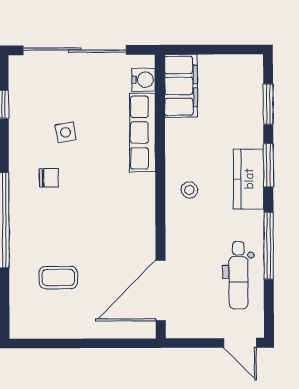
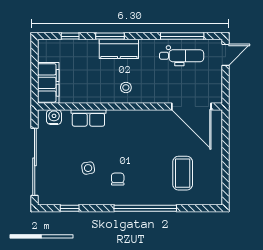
filing cabinet: (181, 86) -> (48, 83), moved, turned 90
window: (268, 104) -> (70, 36), width x0.67
row of seats: (142, 133) -> (88, 118), width x0.68
window: (269, 246) -> (182, 36), moved
coffee table: (58, 277) -> (183, 173), width x1.36, depth x1.30

